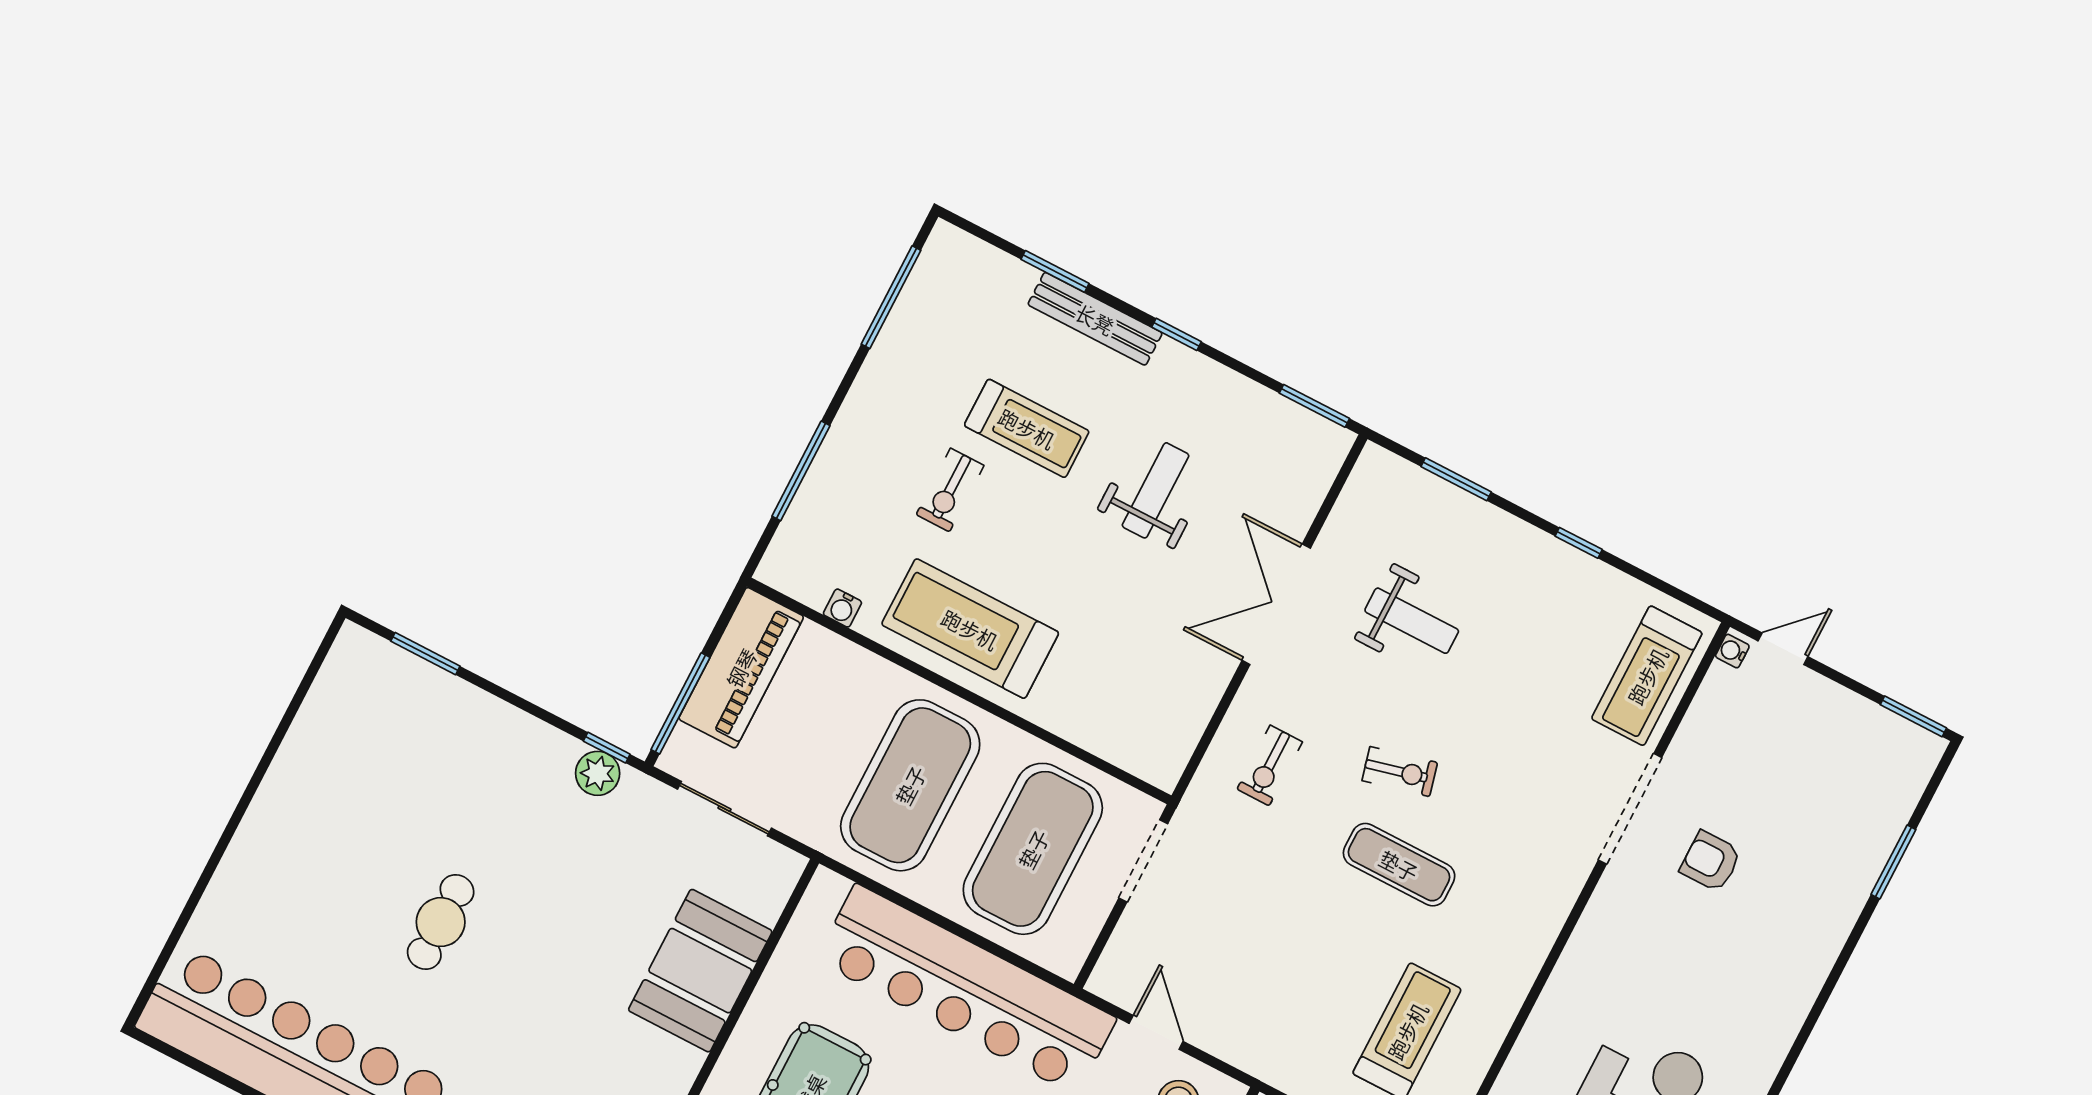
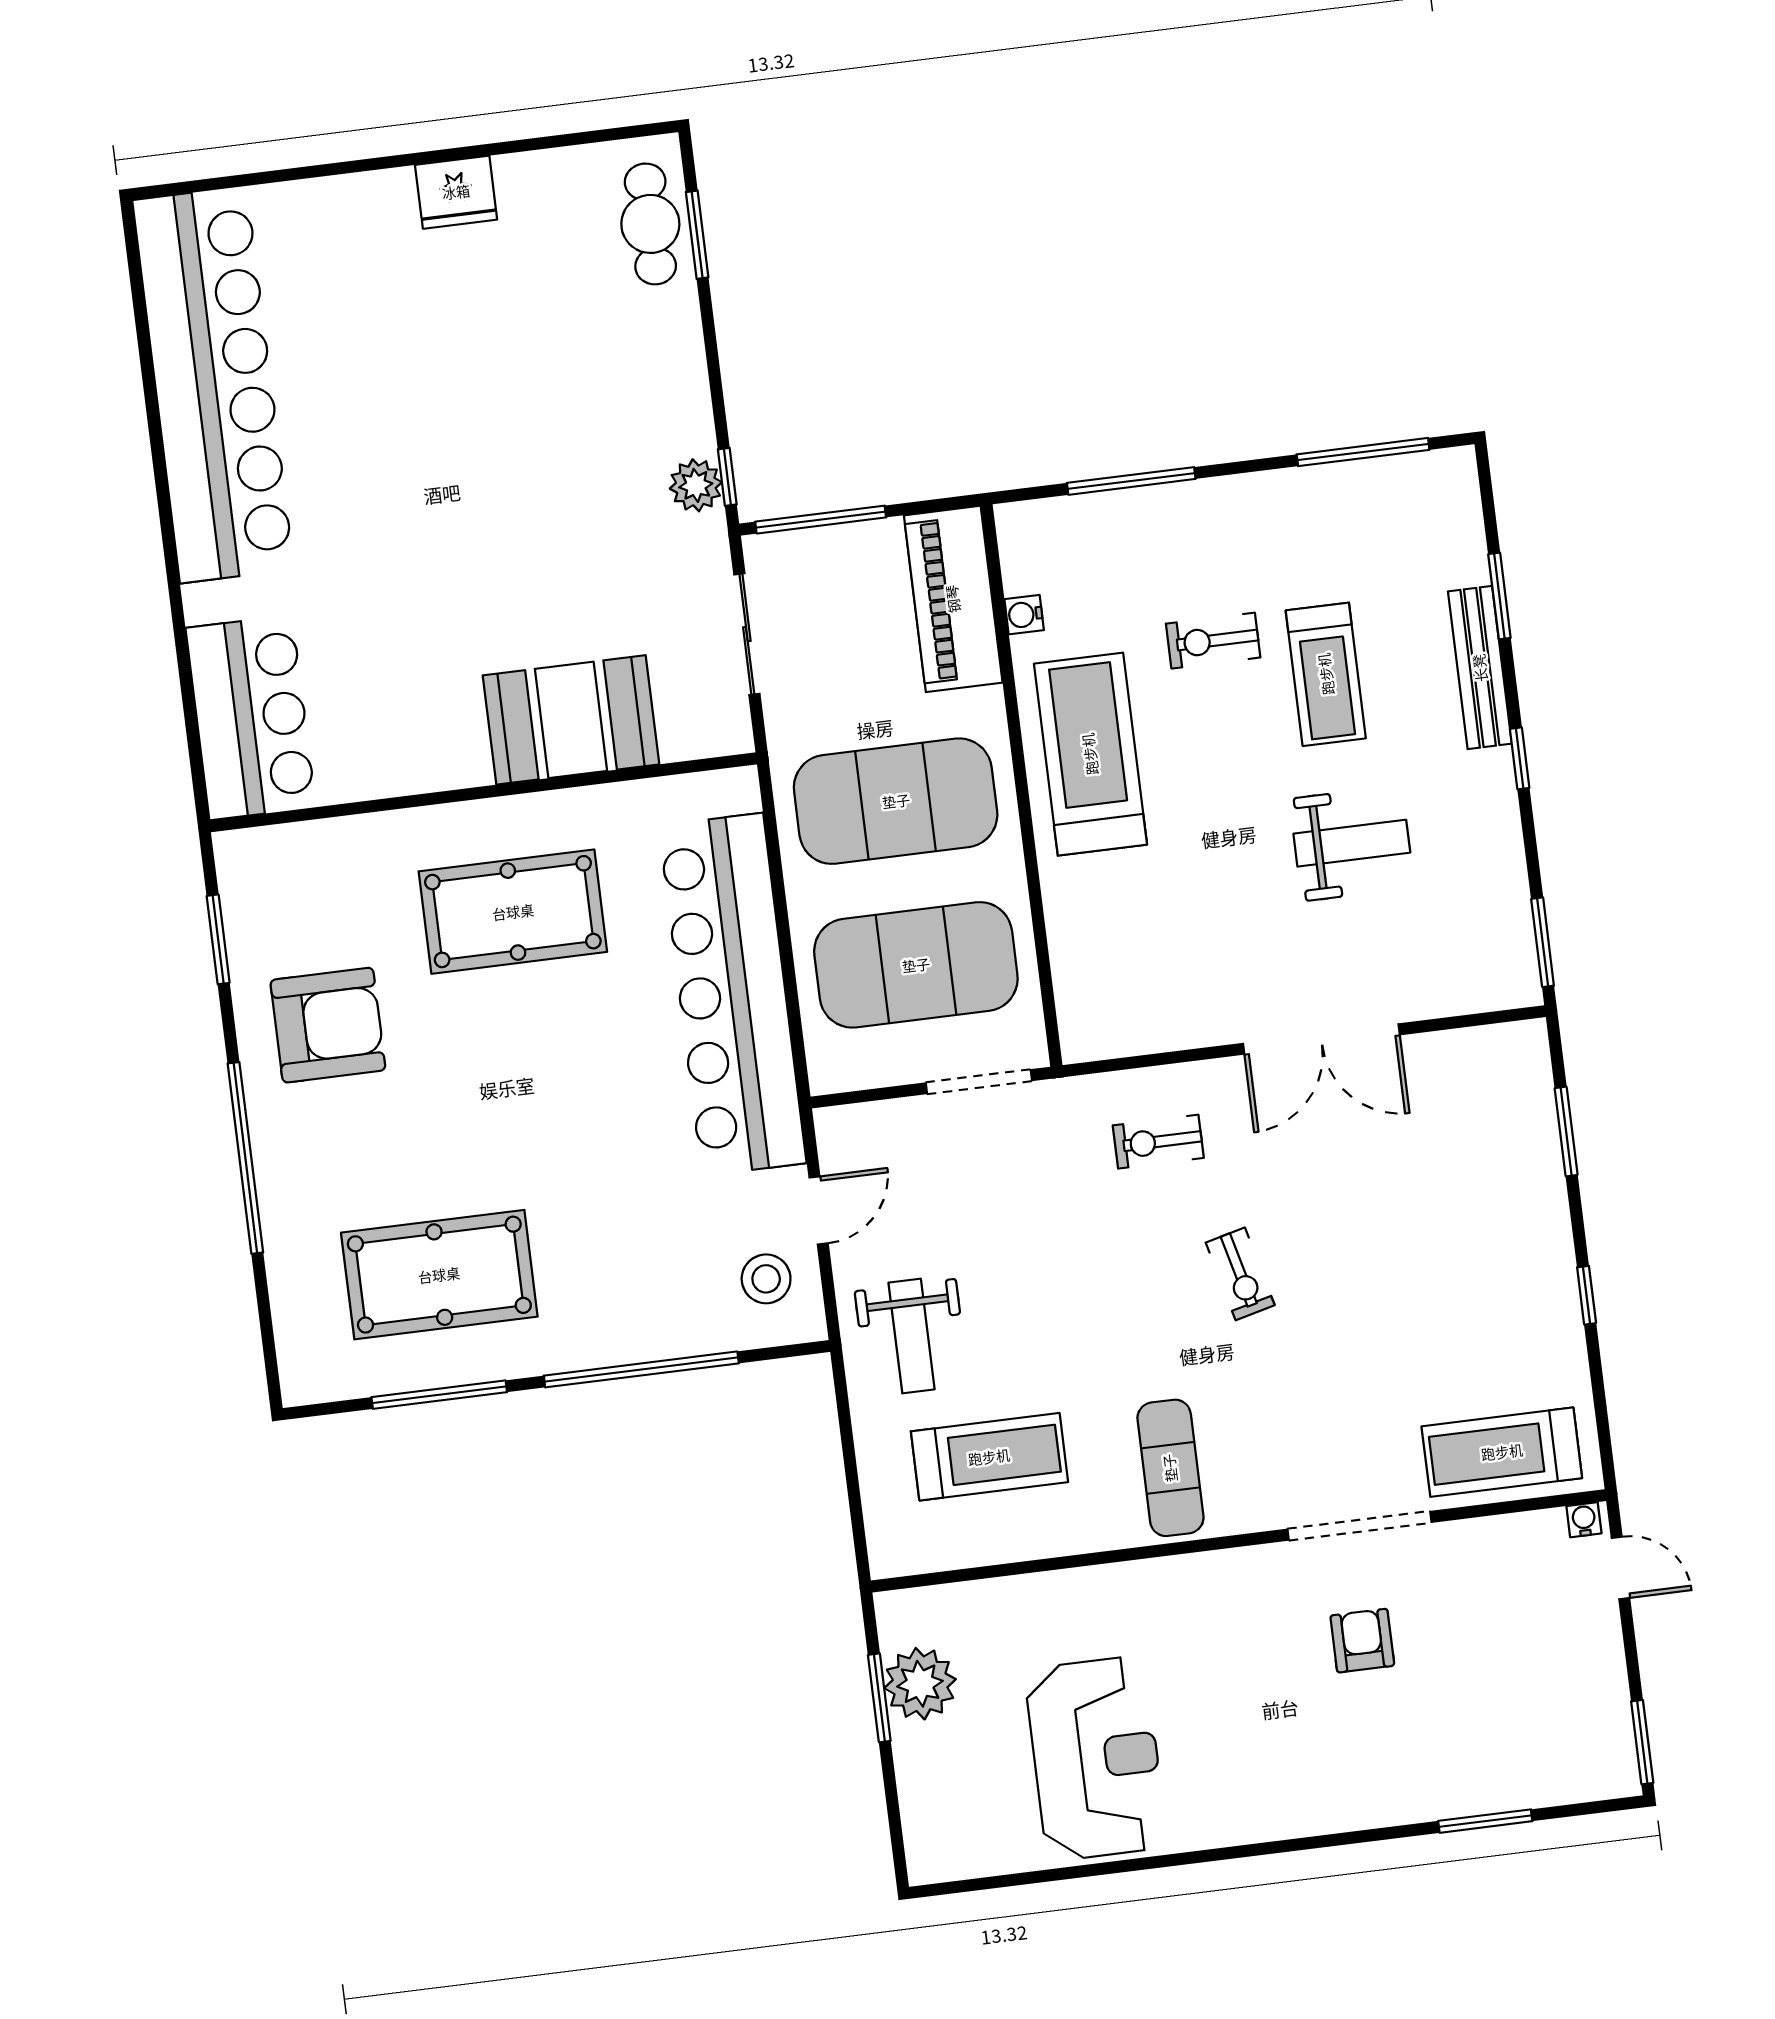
double door: (1276, 604) -> (1321, 1039), swing flipped
weight bench: (1412, 621) -> (912, 1336), moved
piano: (741, 668) -> (953, 599), moved, turned 90
fridge: (282, 800) -> (456, 192), added
exercise mat: (1399, 865) -> (1170, 1468), moved
cafe table: (441, 922) -> (650, 224), moved, turned 90

